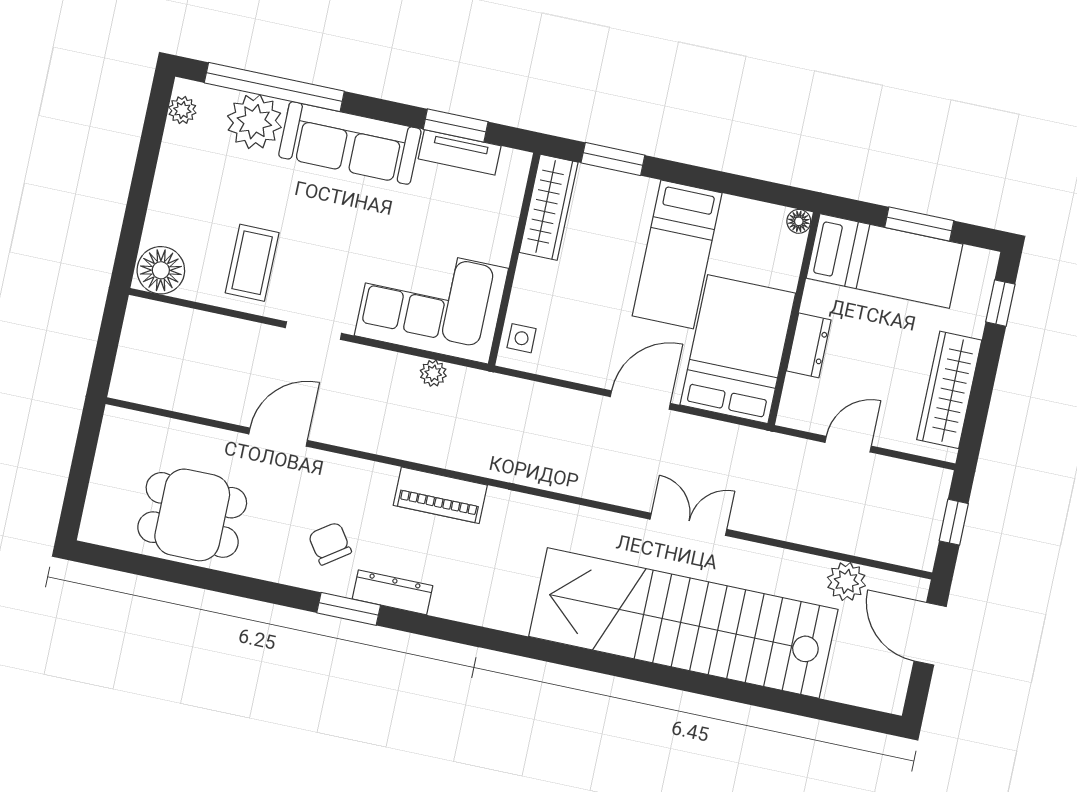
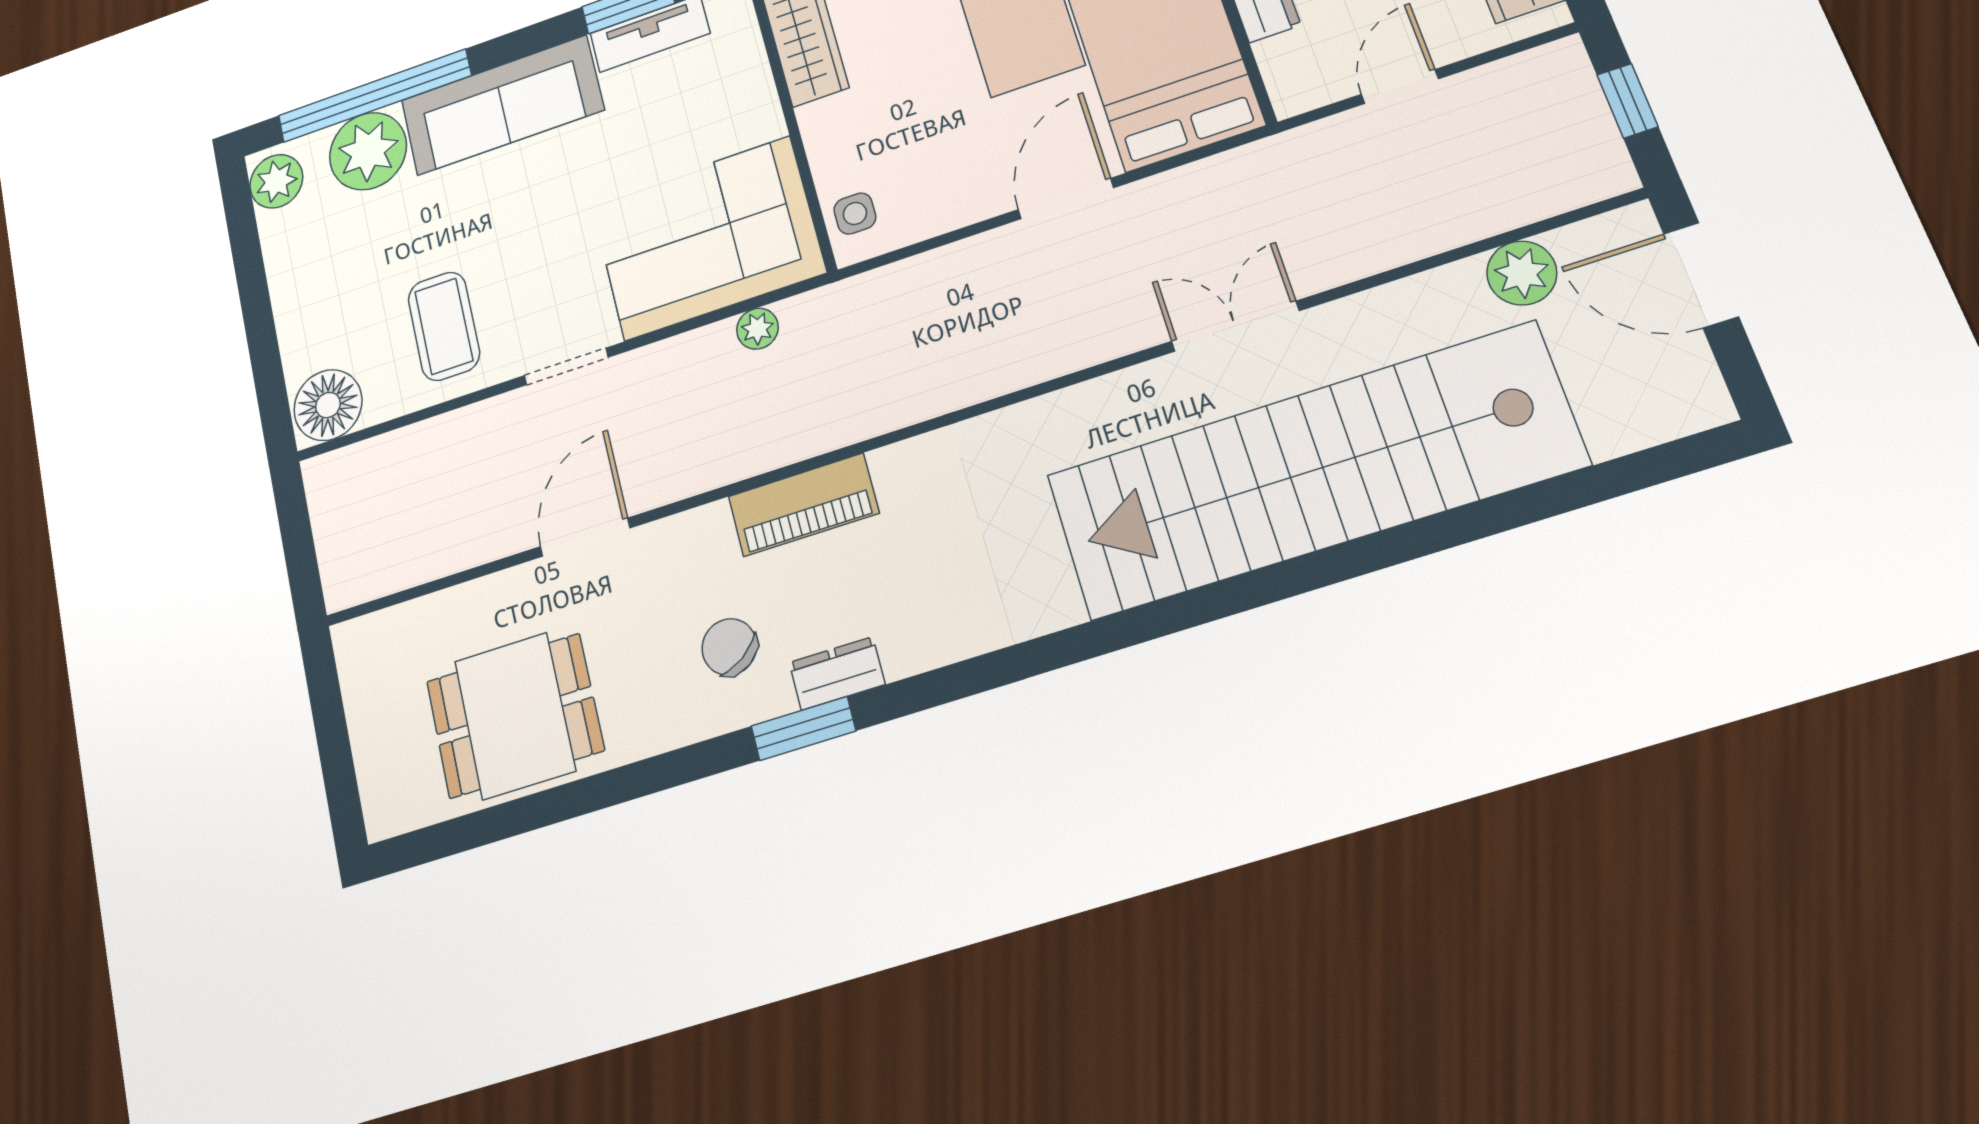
plant: (182, 110) -> (276, 181), width x1.38, depth x1.38
piano: (440, 495) -> (803, 505), moved
dresser: (393, 592) -> (837, 673), width x0.70

